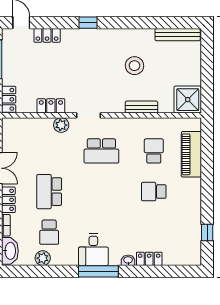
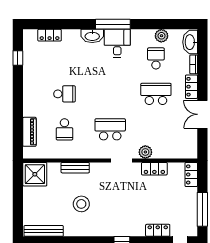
piano: (191, 154) -> (29, 132), width x0.73, depth x0.75
school desk: (49, 192) -> (156, 94), turned -90
locker: (149, 259) -> (50, 35), moved
washbasin: (128, 260) -> (92, 36), width x1.91, depth x1.45

